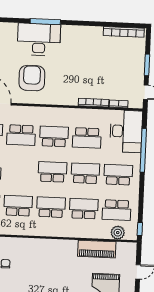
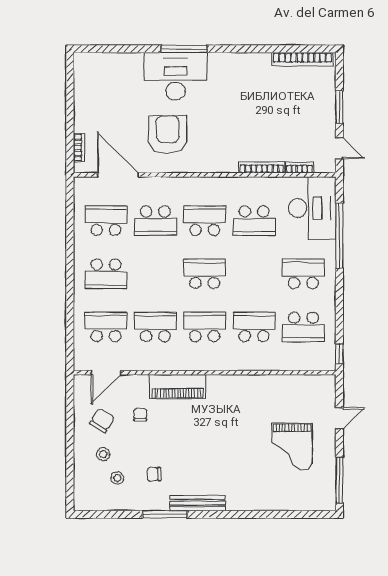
school desk: (85, 173) -> (254, 274), removed
plant: (118, 233) -> (306, 361), removed
piano: (97, 249) -> (178, 387), moved

